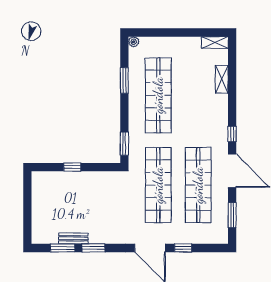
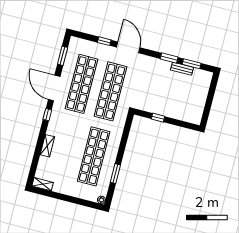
shelving: (222, 79) -> (47, 146), moved
window: (124, 144) -> (127, 128), removed
window: (72, 167) -> (158, 118), moved

